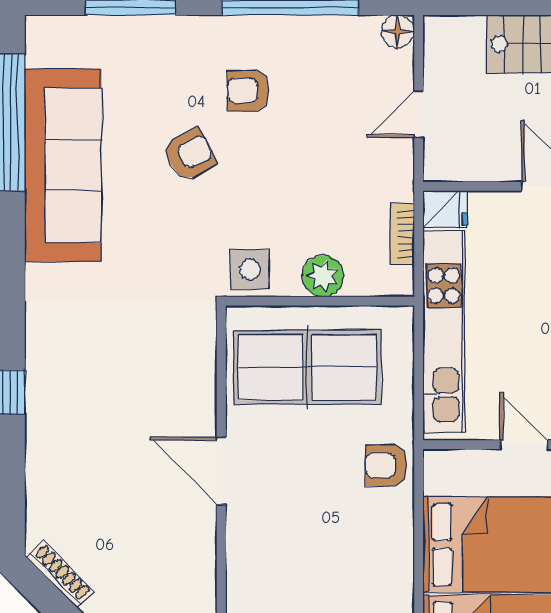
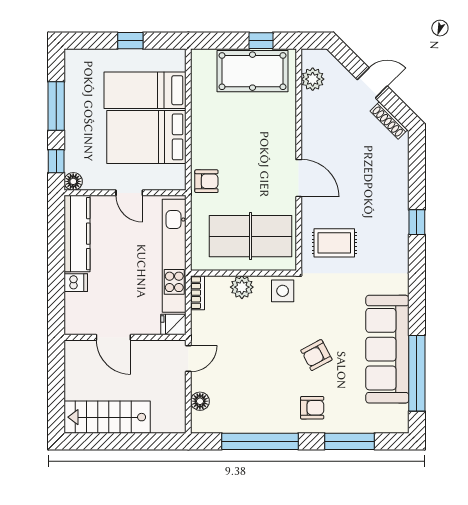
floor lamp: (398, 31) -> (200, 401), moved
armchair: (248, 91) -> (312, 408), moved
door: (419, 114) -> (188, 358), moved
bookcase: (402, 234) -> (198, 293), moved
rug: (158, 355) -> (334, 243), added

